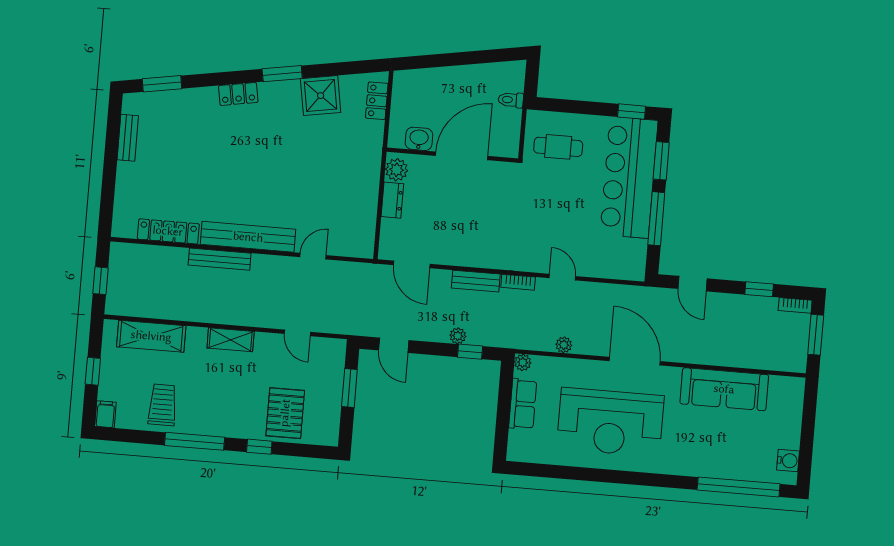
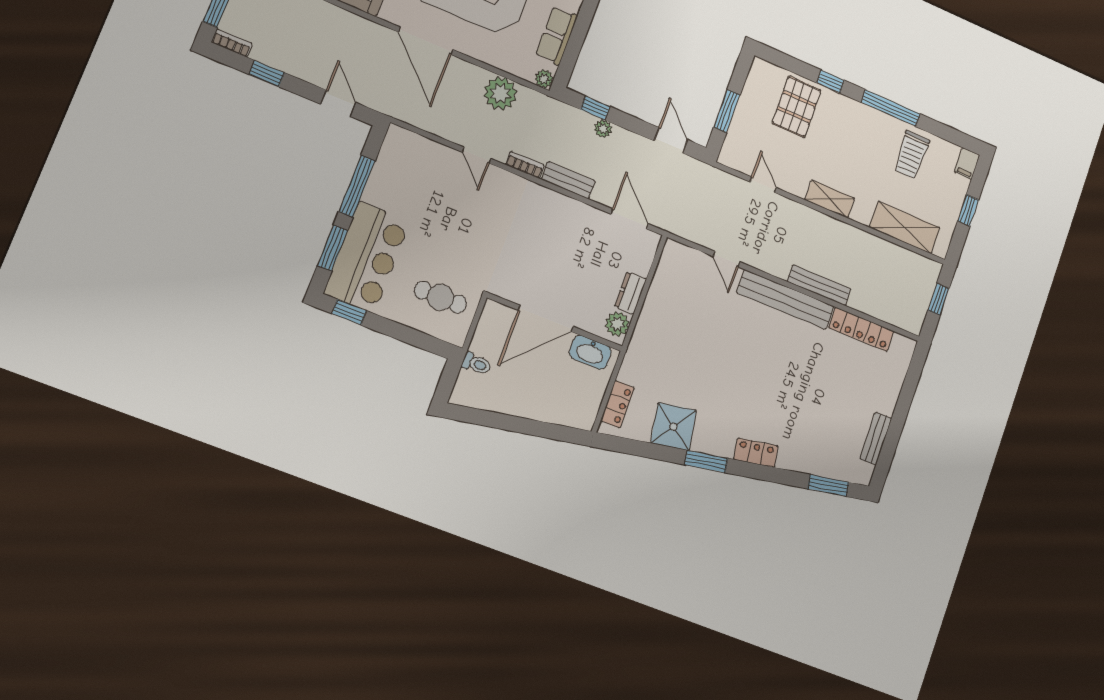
washbasin: (419, 139) -> (590, 352), width x1.38
bar counter: (629, 177) -> (367, 257), width x0.73
door: (313, 256) -> (726, 259), hinge flipped
plant: (564, 345) -> (500, 93), width x1.88, depth x1.88

